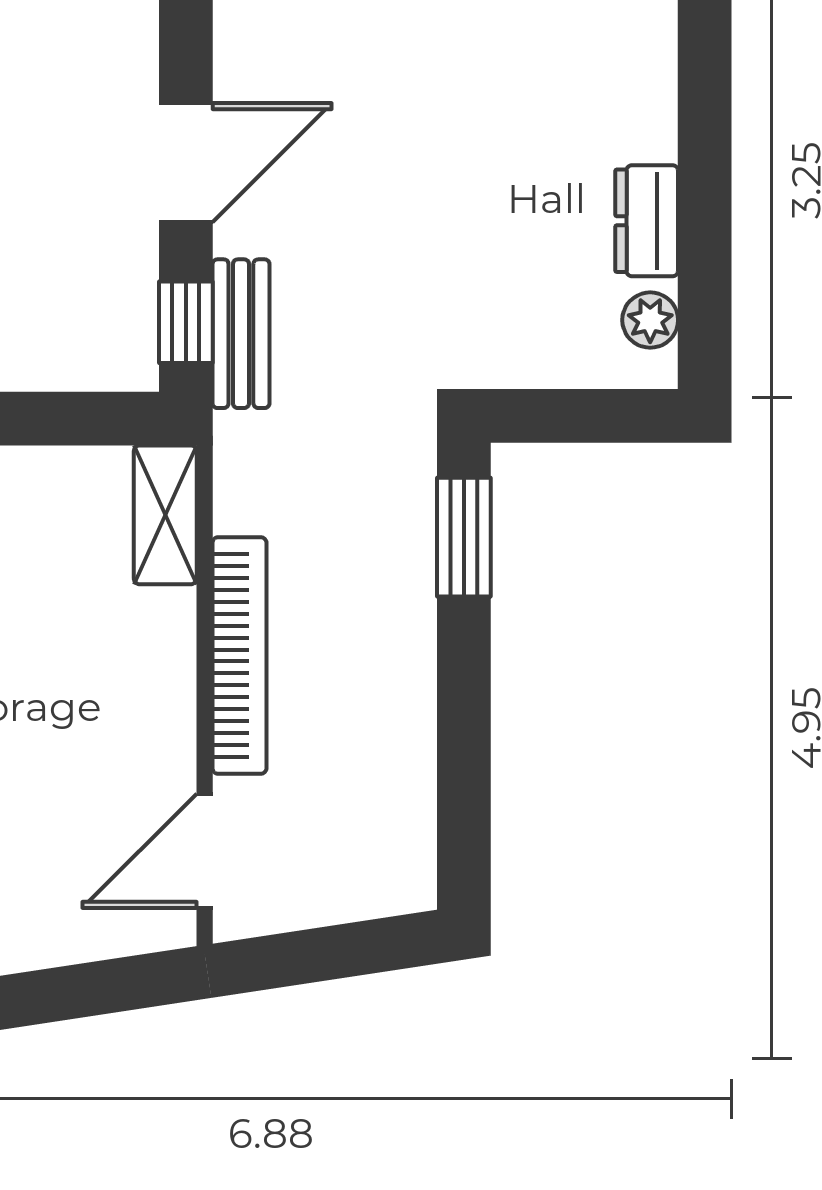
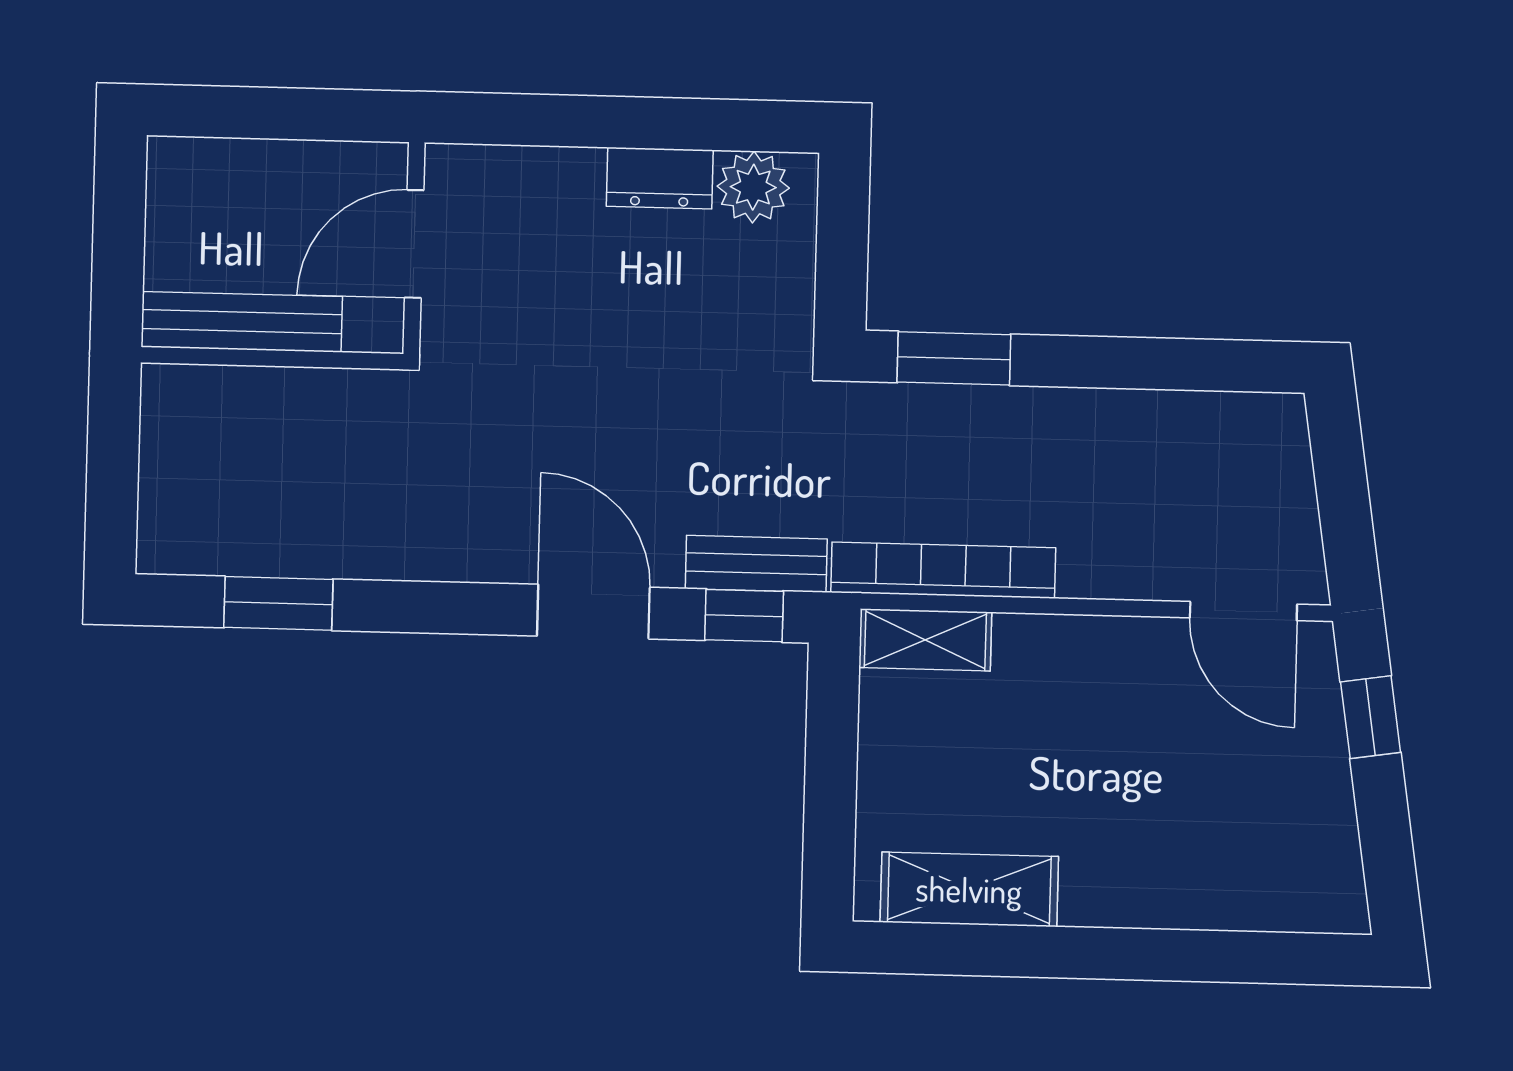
plant: (650, 320) -> (753, 187), width x1.38, depth x1.38
bookcase: (239, 655) -> (943, 570), moved
window: (96, 988) -> (1371, 717), added

